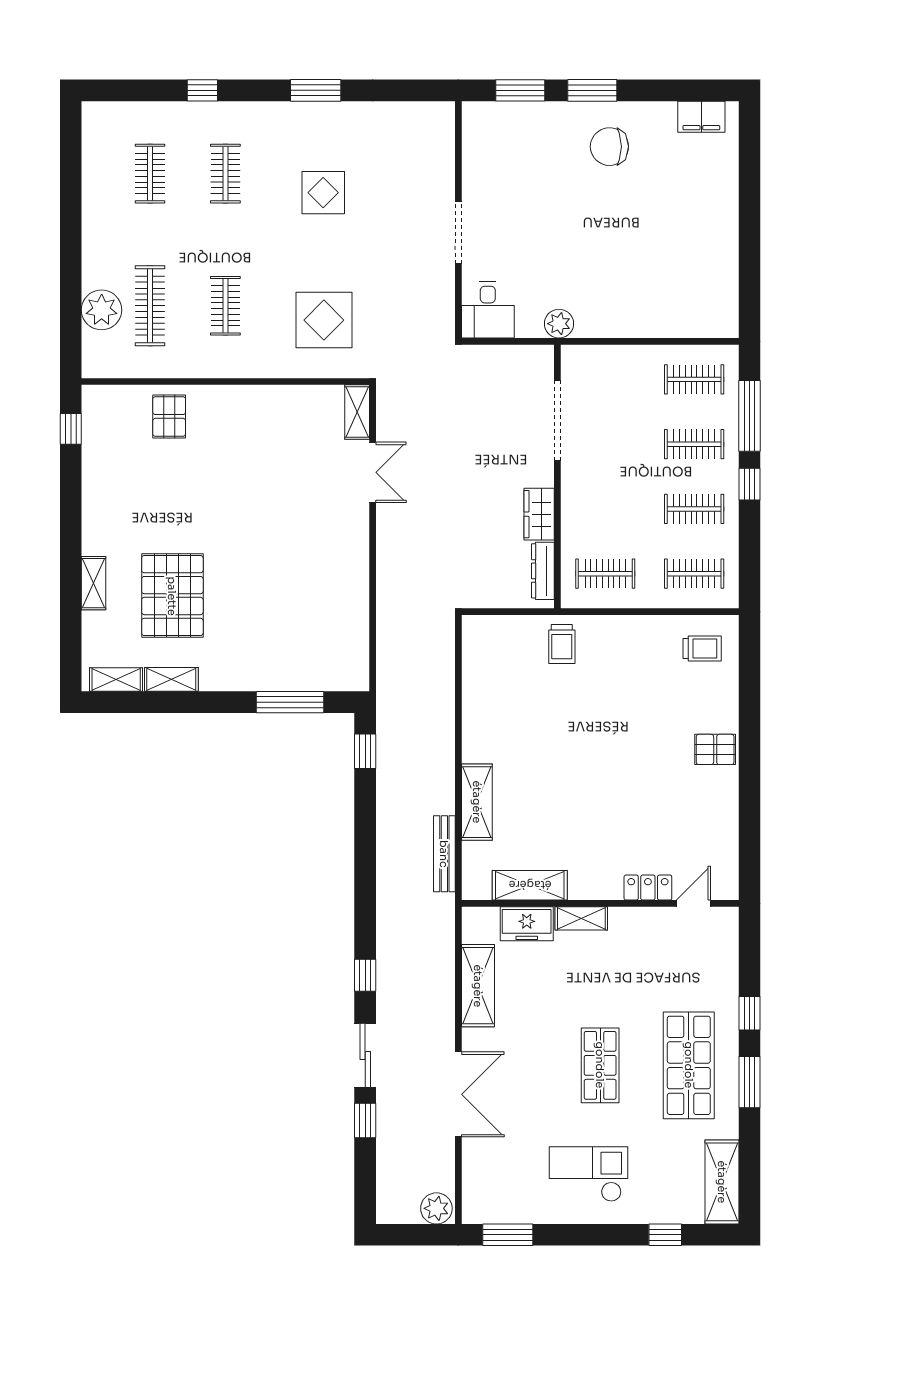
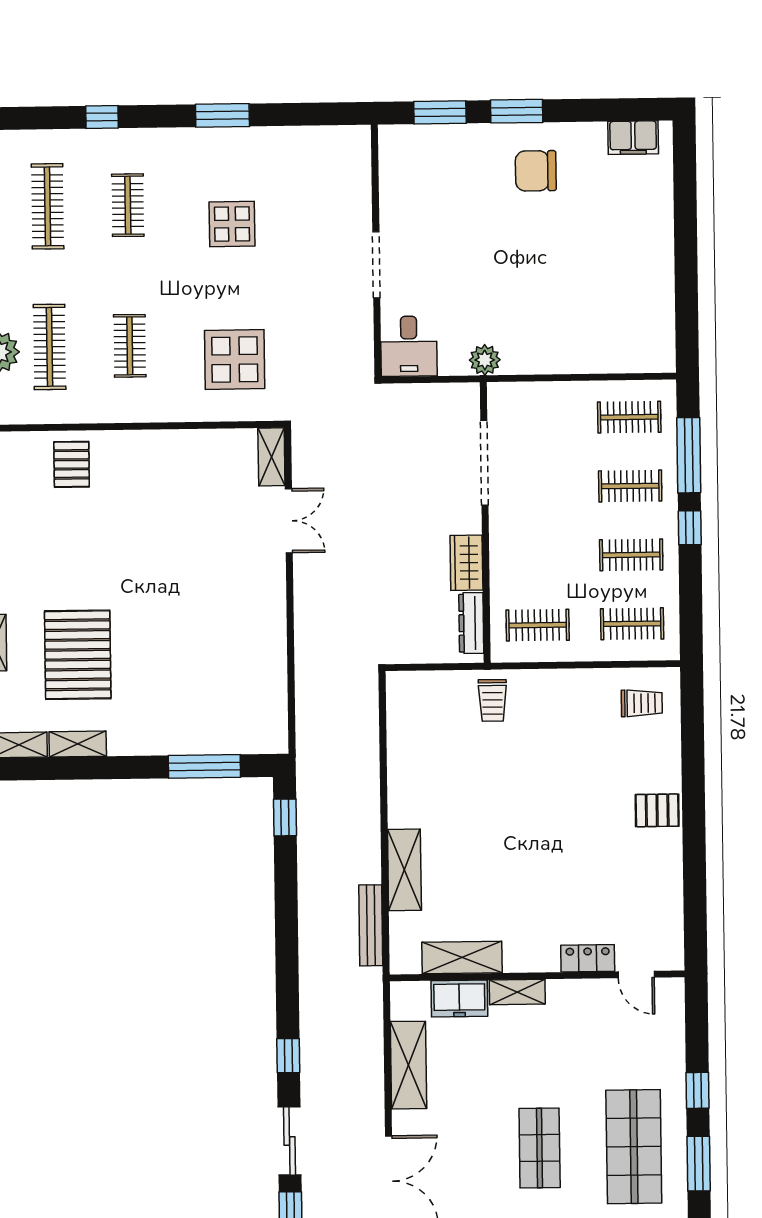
clothes rail: (150, 174) -> (48, 206), width x1.36
door: (693, 903) -> (636, 974), swing flipped

